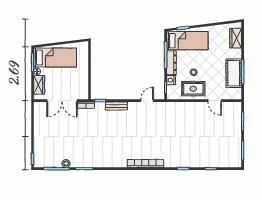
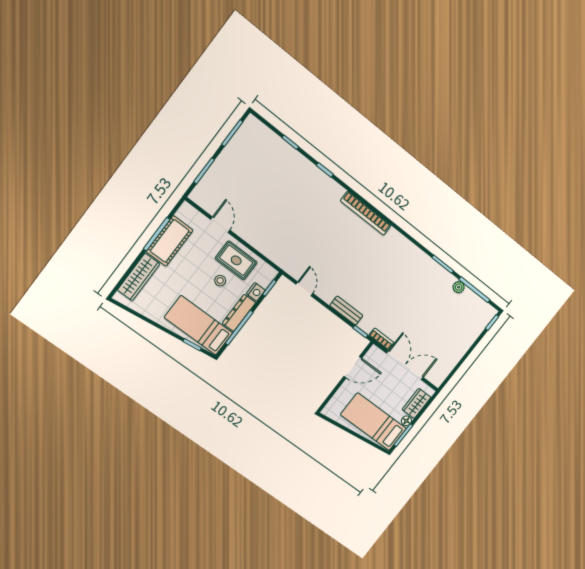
wardrobe: (236, 38) -> (139, 277), width x1.50
door: (90, 79) -> (353, 367), added
door: (147, 101) -> (304, 289), swing flipped

